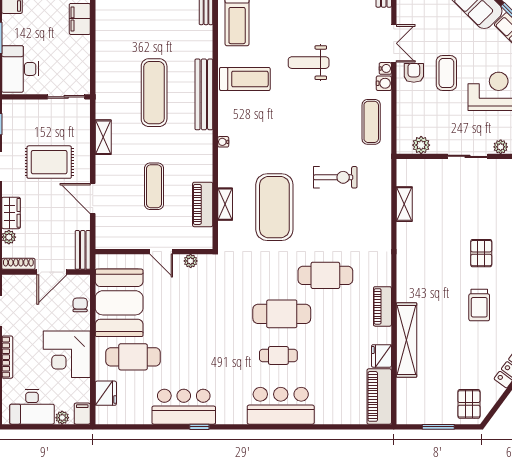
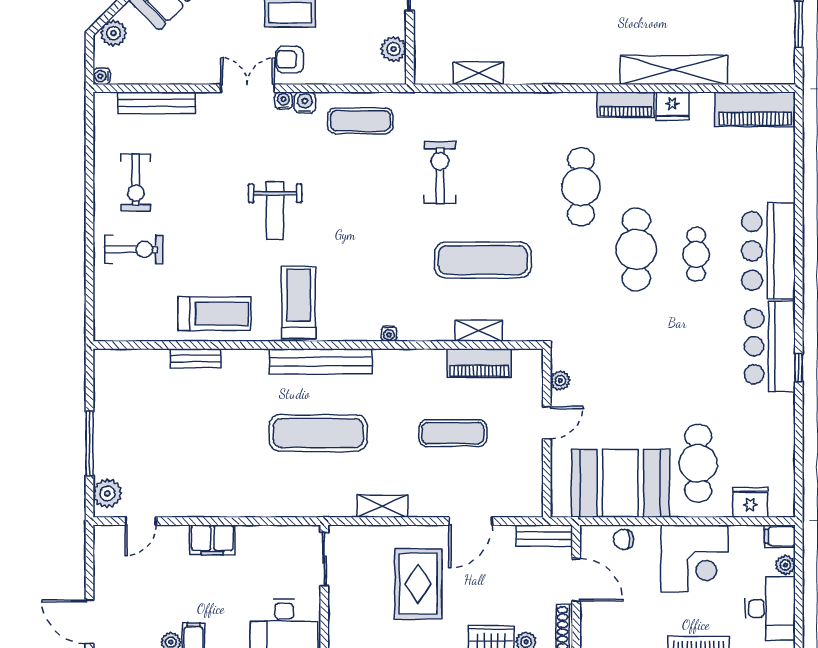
exercise mat: (274, 207) -> (483, 260), width x0.68
fridge: (381, 356) -> (672, 106), moved
bar counter: (184, 407) -> (770, 346), moved

